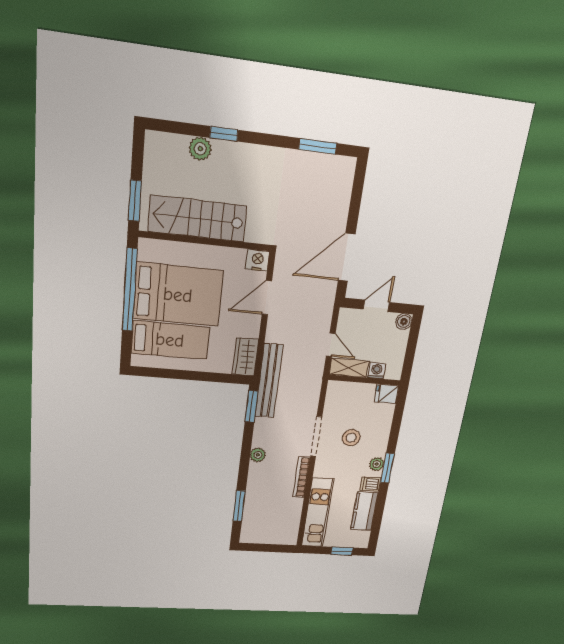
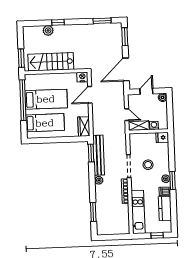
window: (357, 189) -> (125, 37), added
bed: (178, 295) -> (46, 99), width x0.67
bench: (269, 381) -> (99, 155), moved

